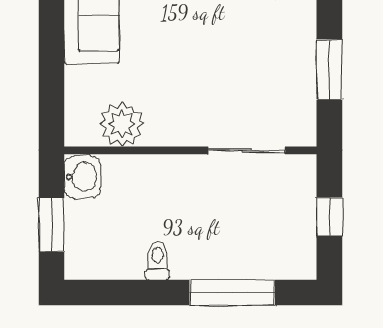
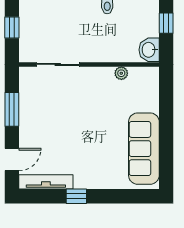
plant: (122, 124) -> (121, 73), width x0.53, depth x0.53
window: (51, 225) -> (166, 23), width x0.67

